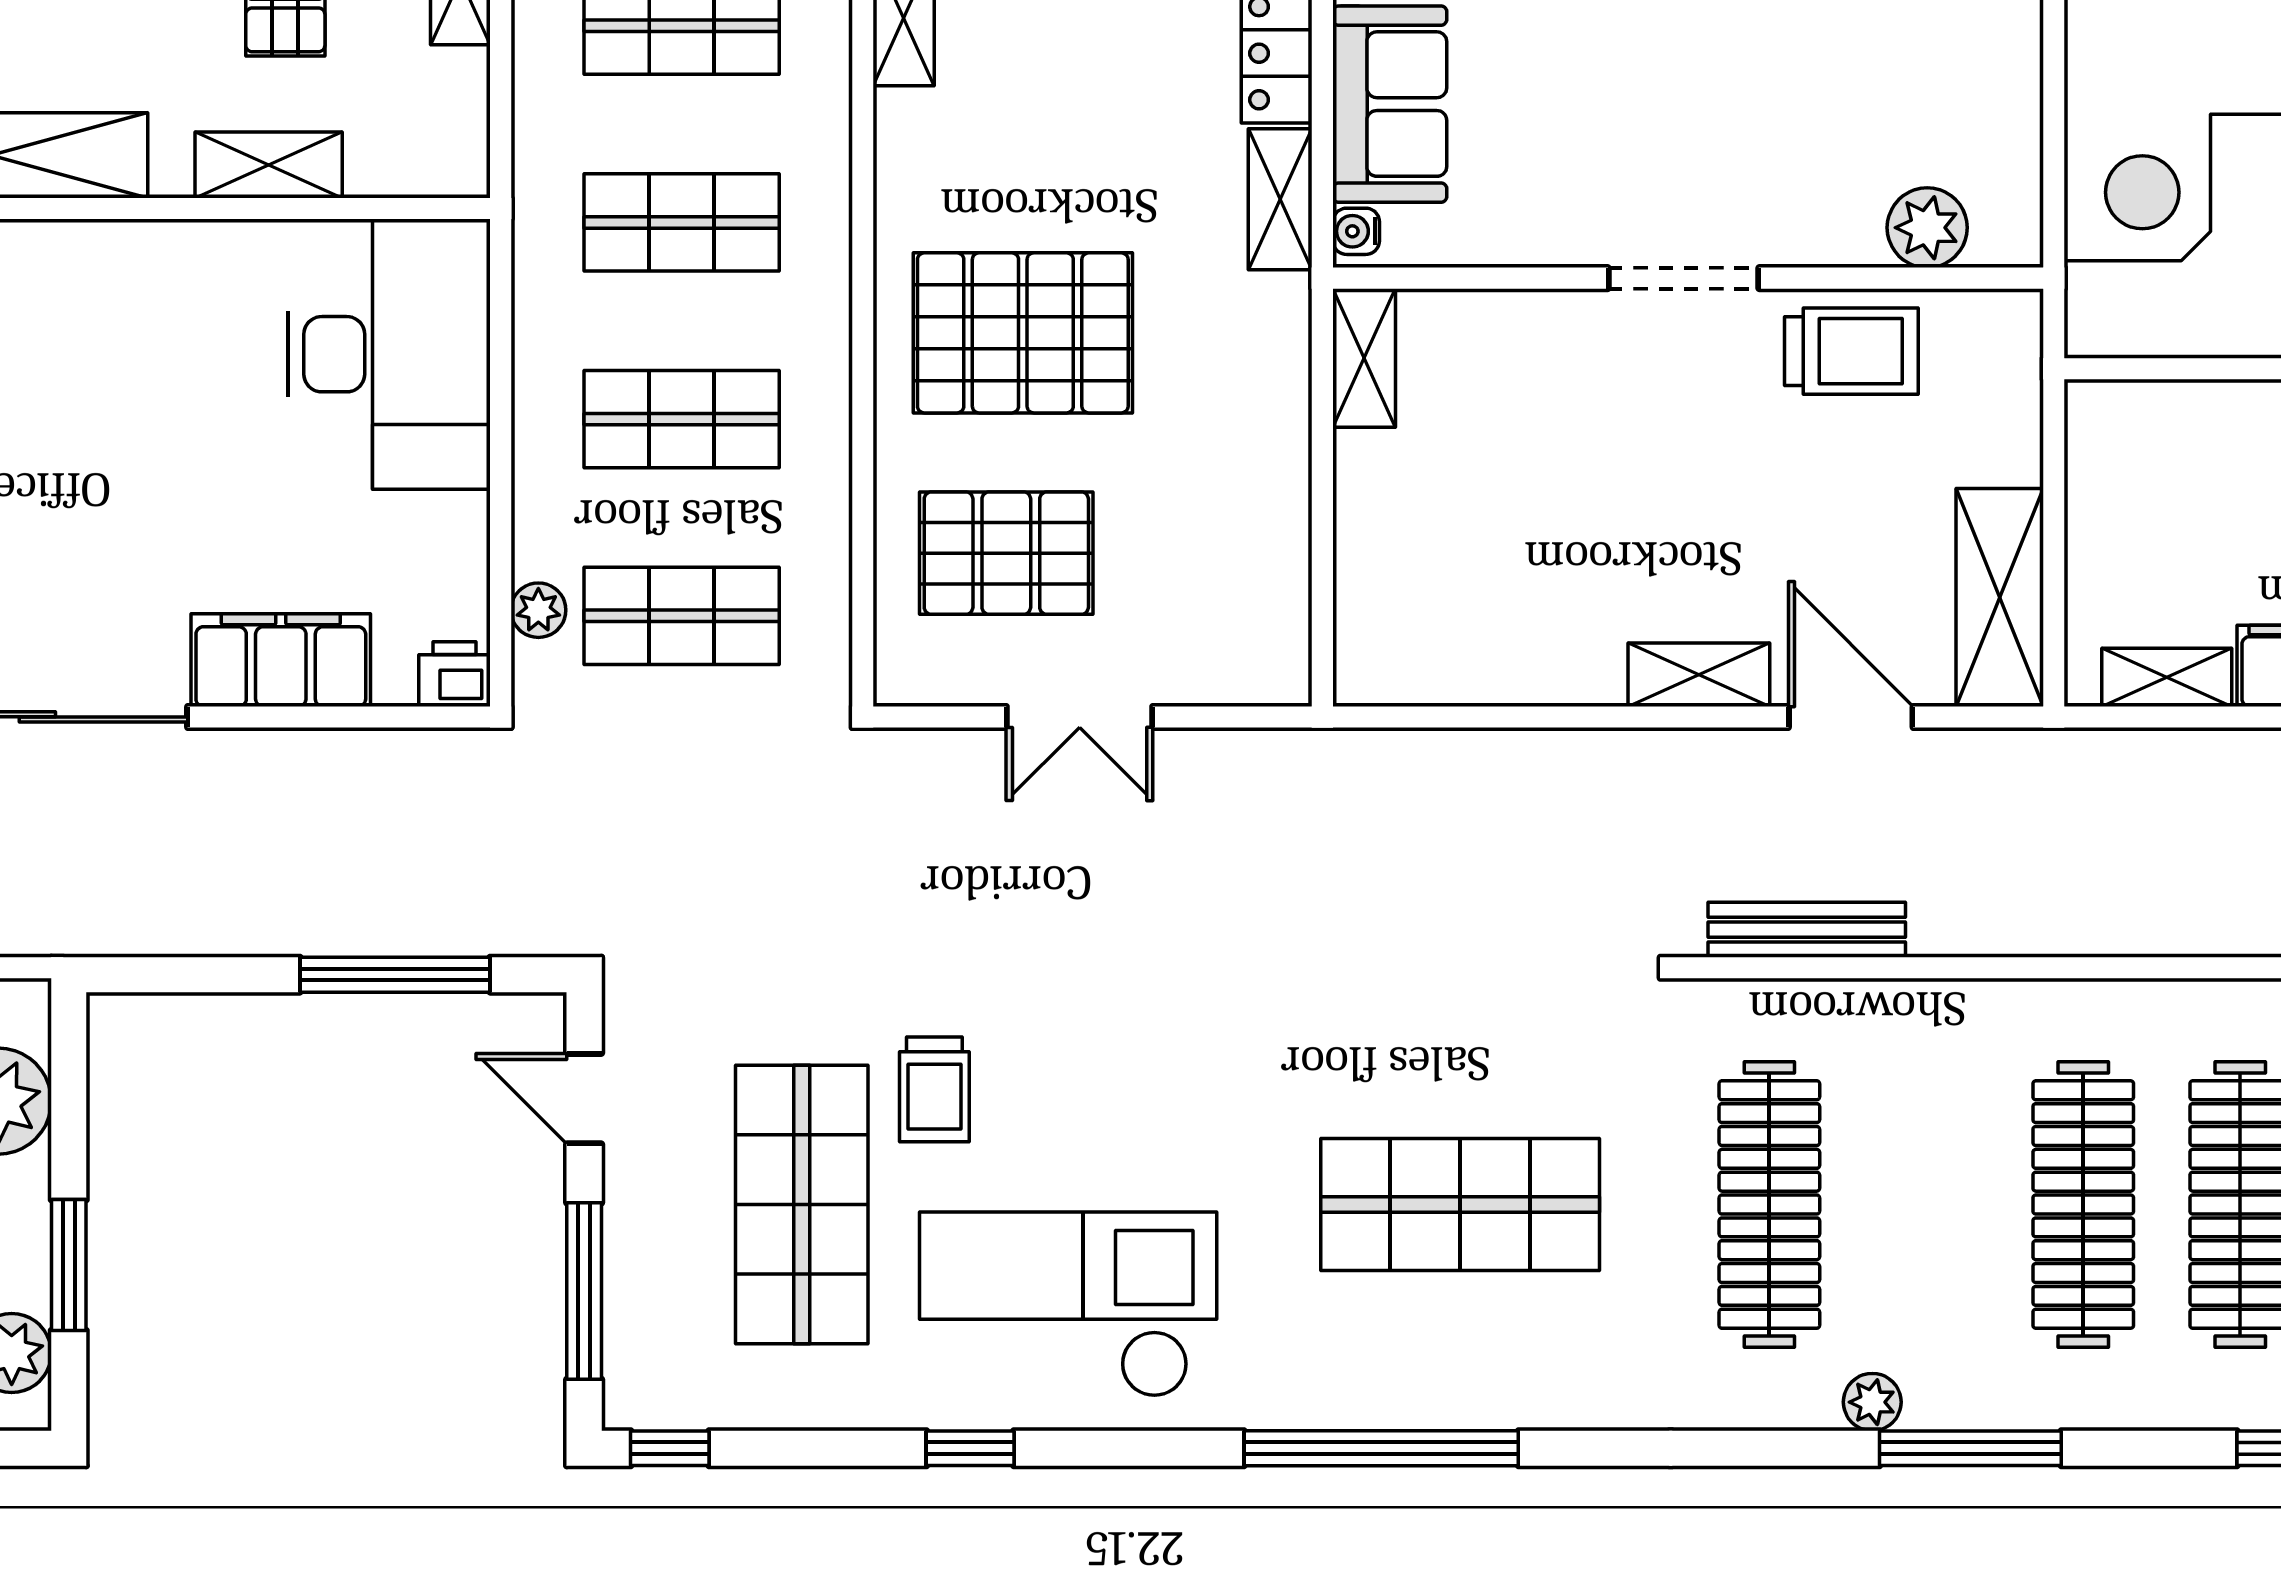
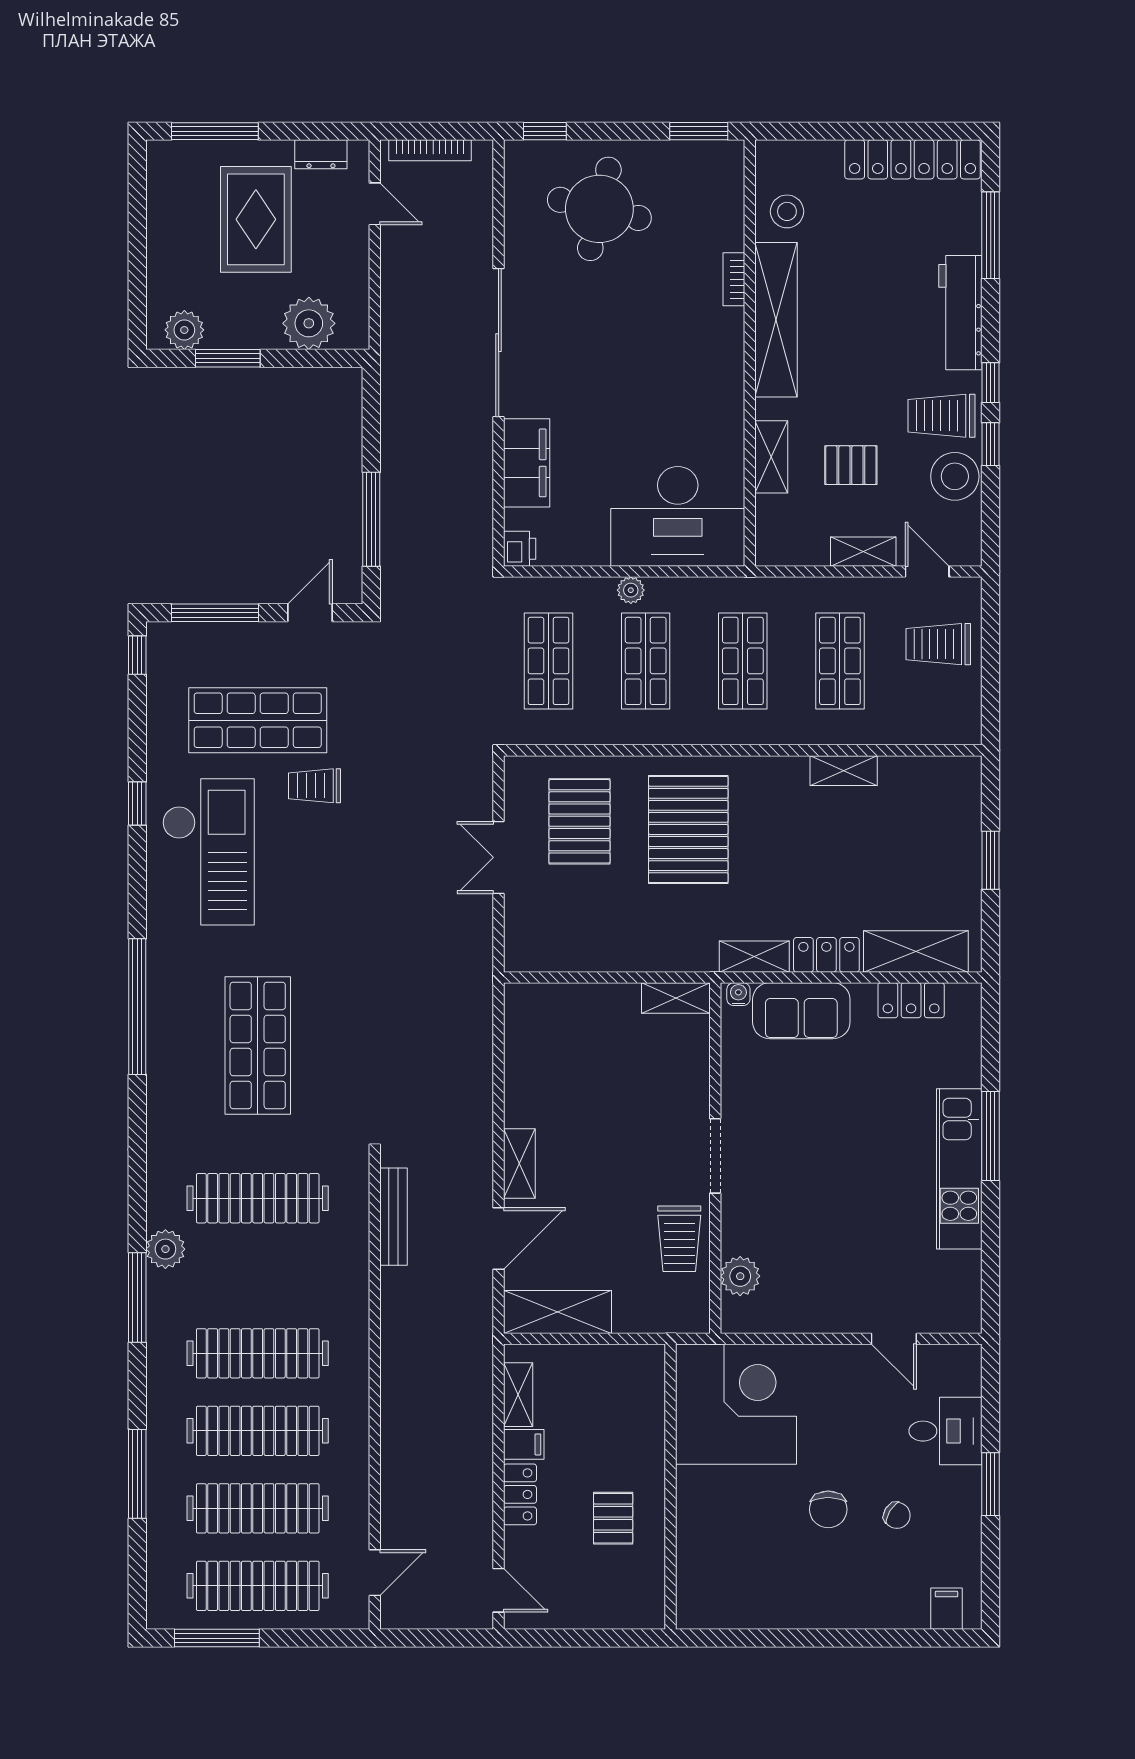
plant: (538, 610) -> (631, 590), moved
plant: (1872, 1402) -> (165, 1249), width x1.38, depth x1.38

